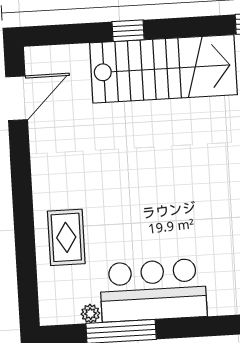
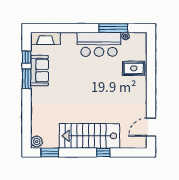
rug: (66, 237) -> (134, 68), turned 90

